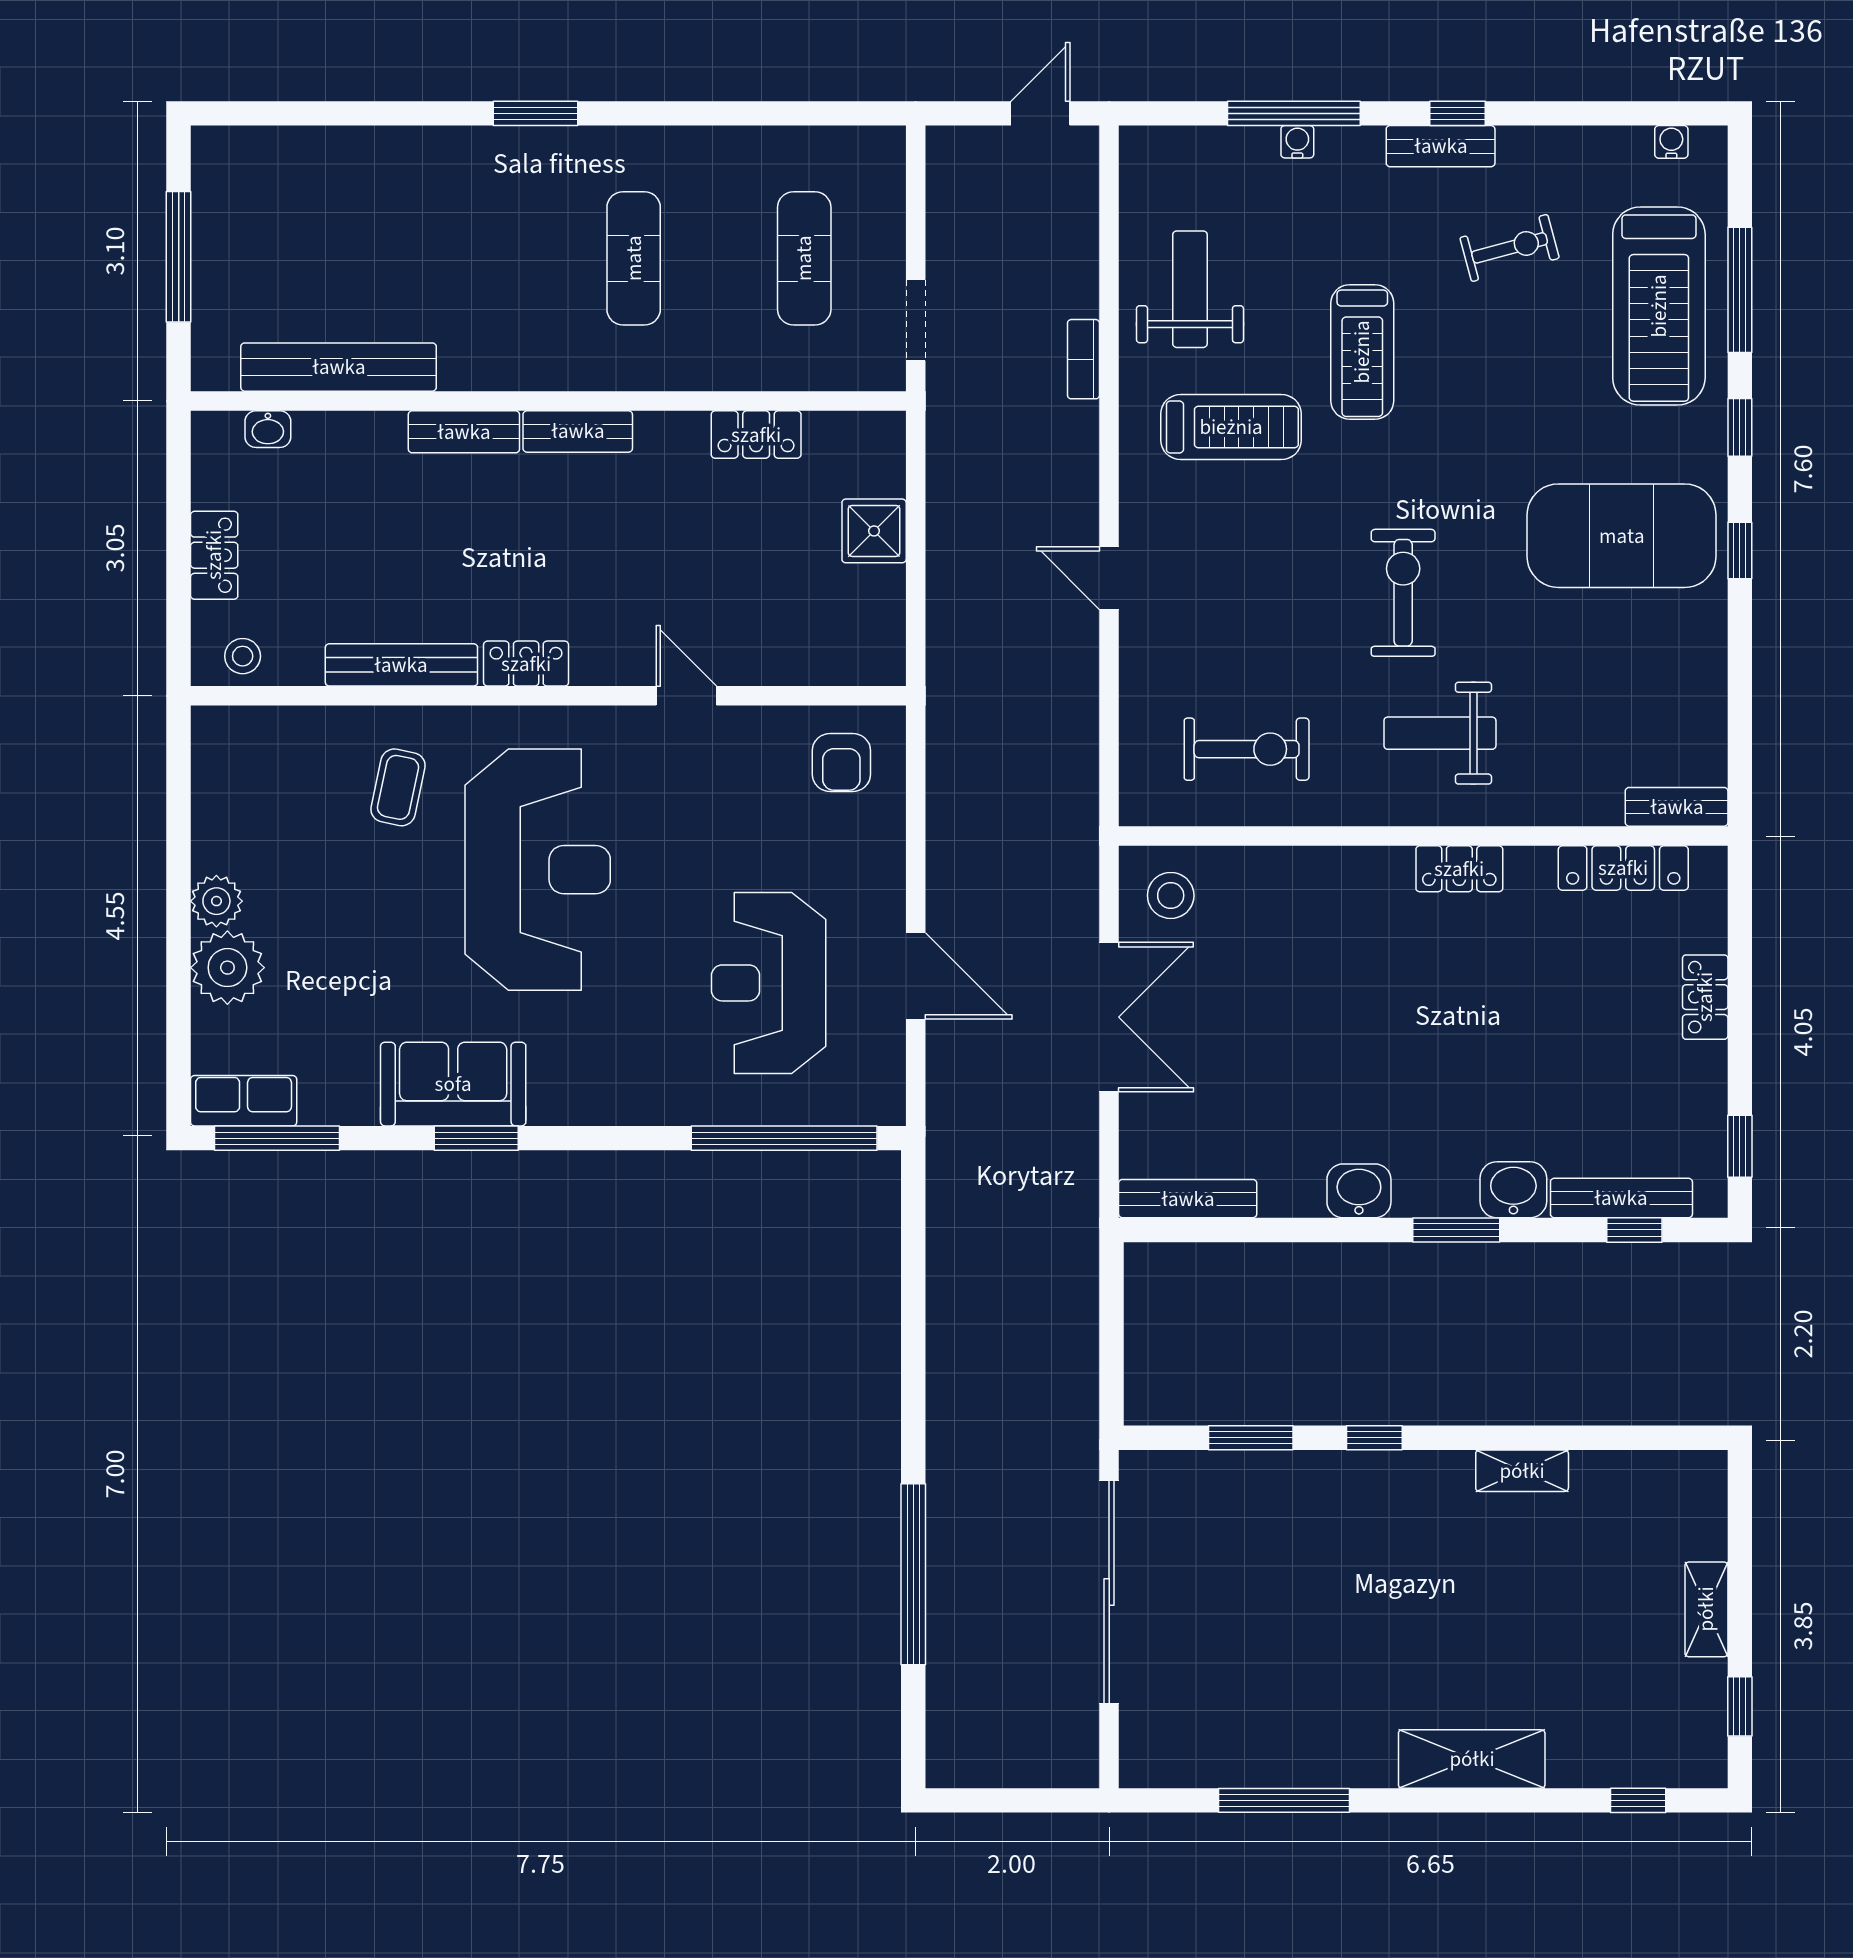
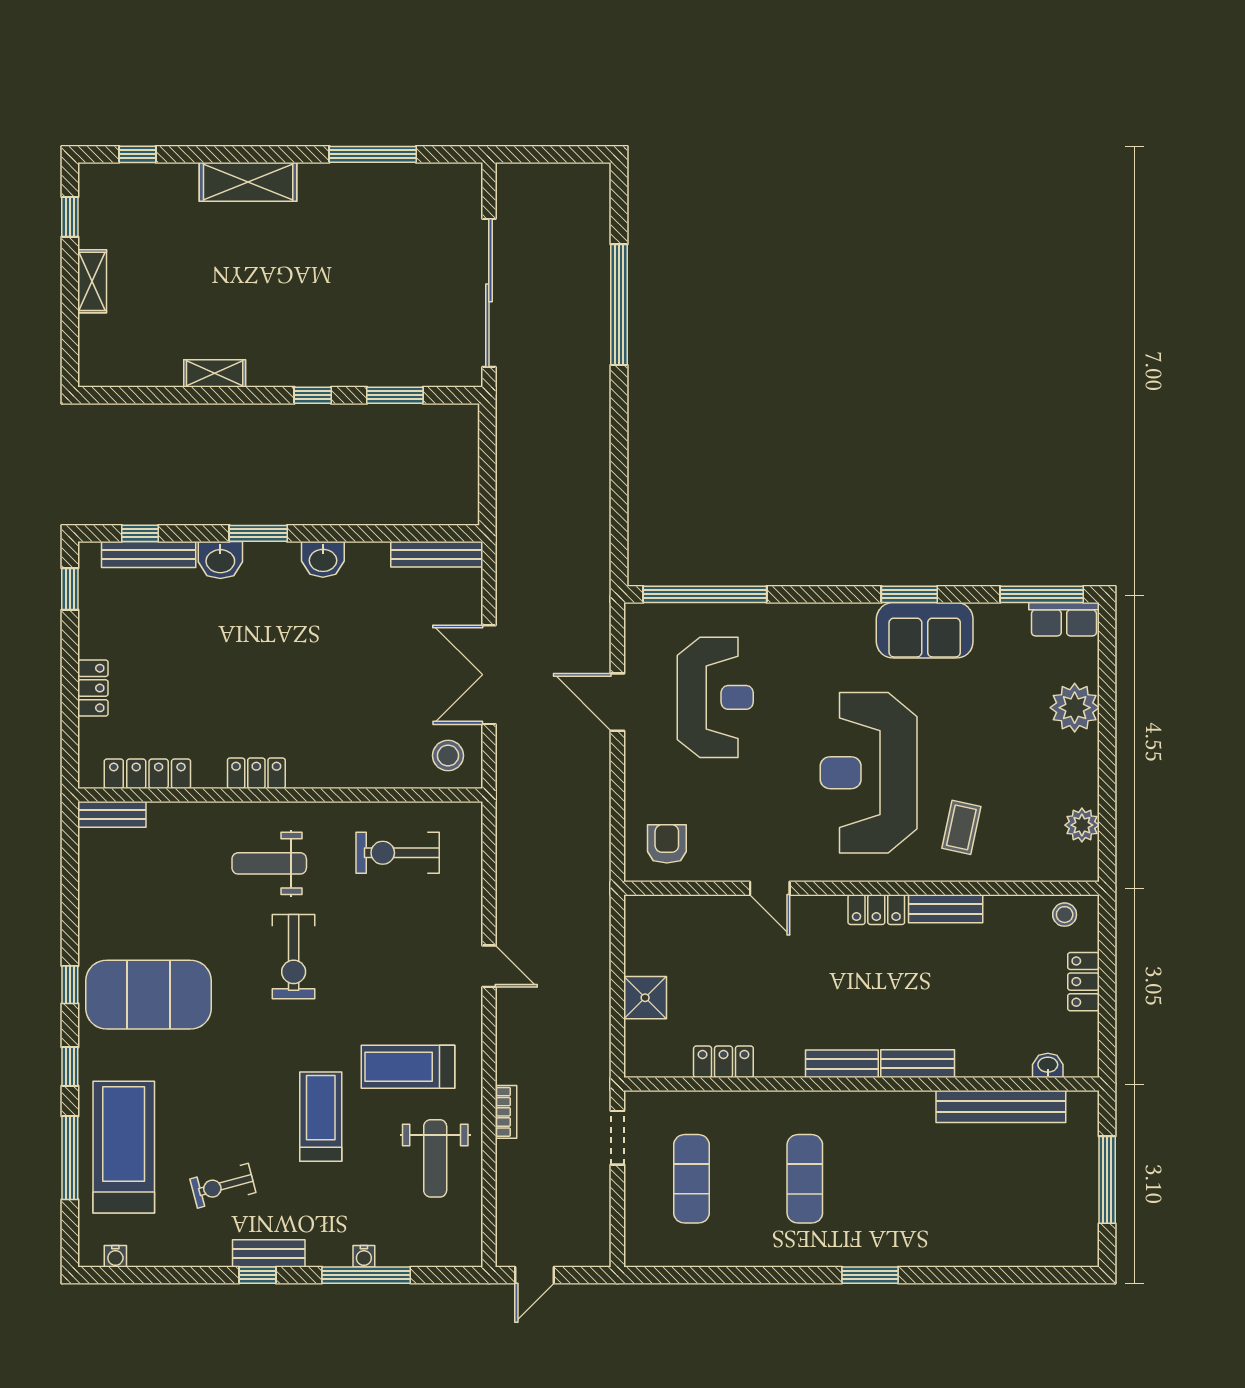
bench: (401, 665) -> (946, 909), width x0.73
weight bench: (1440, 733) -> (269, 863), turned 180
plant: (216, 901) -> (1082, 825), moved

